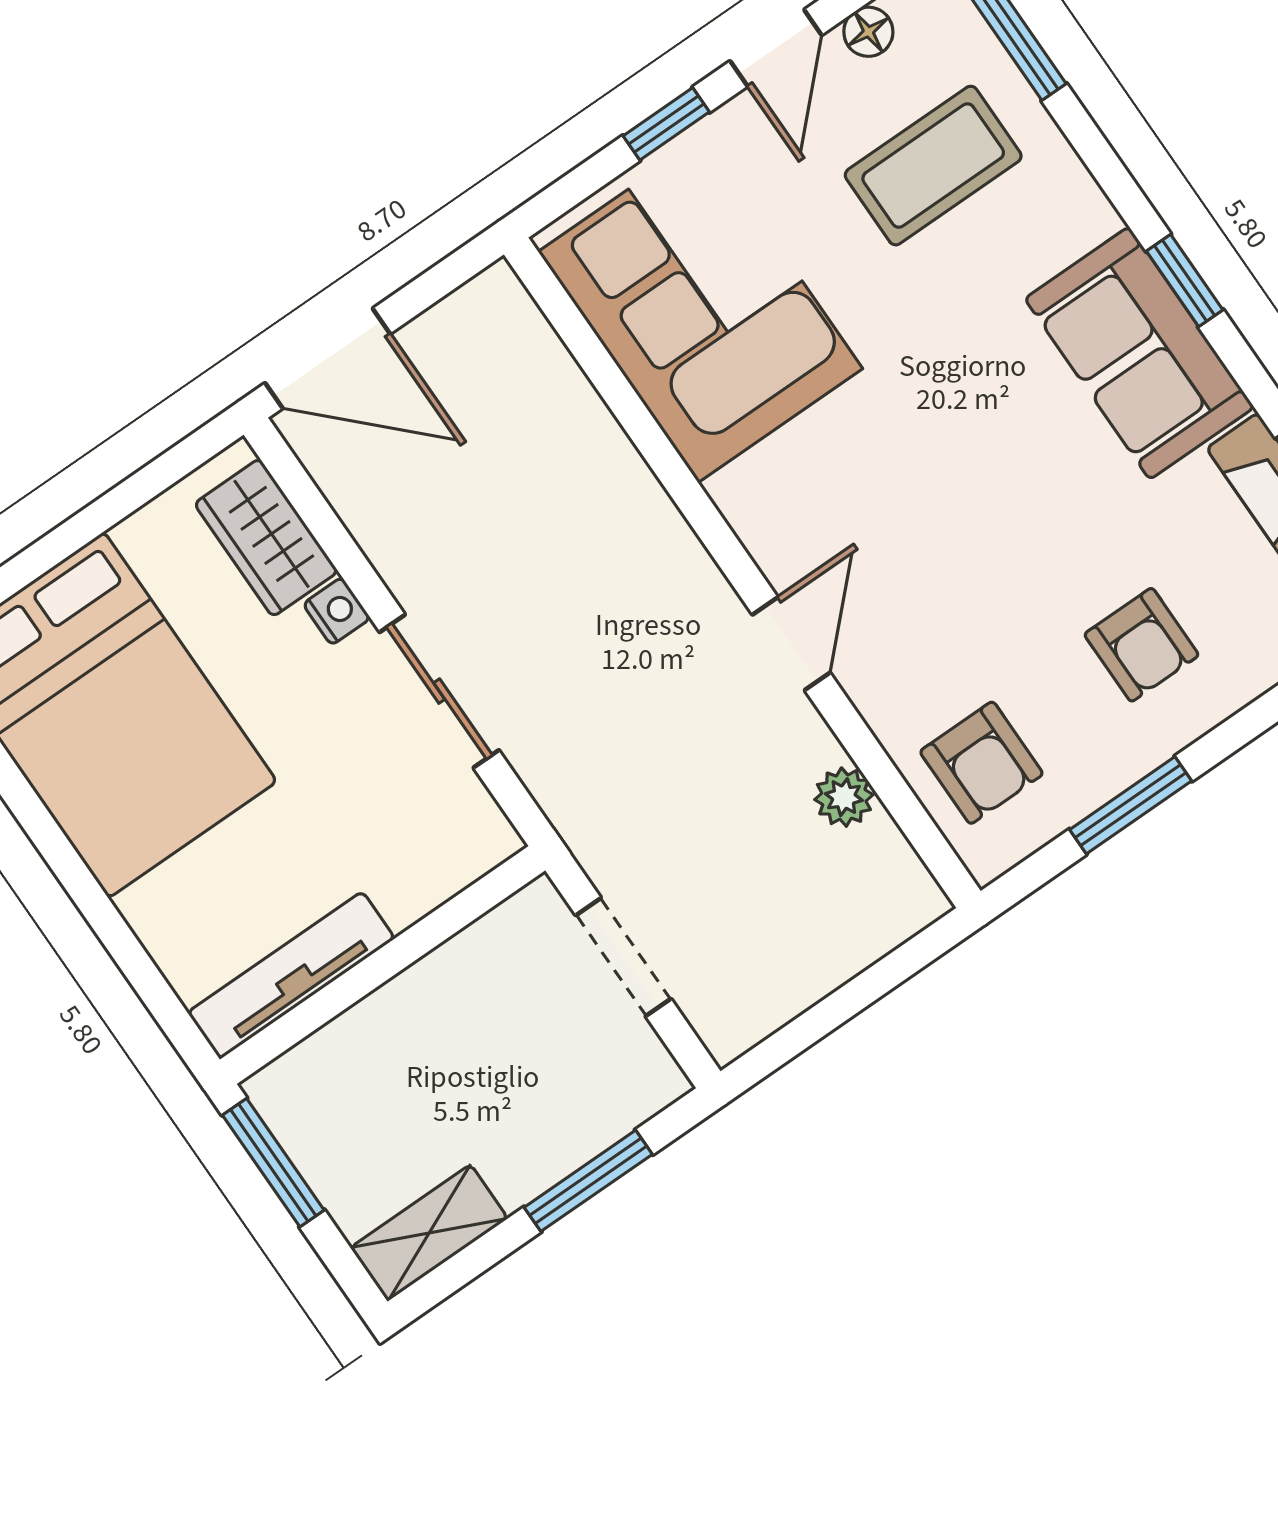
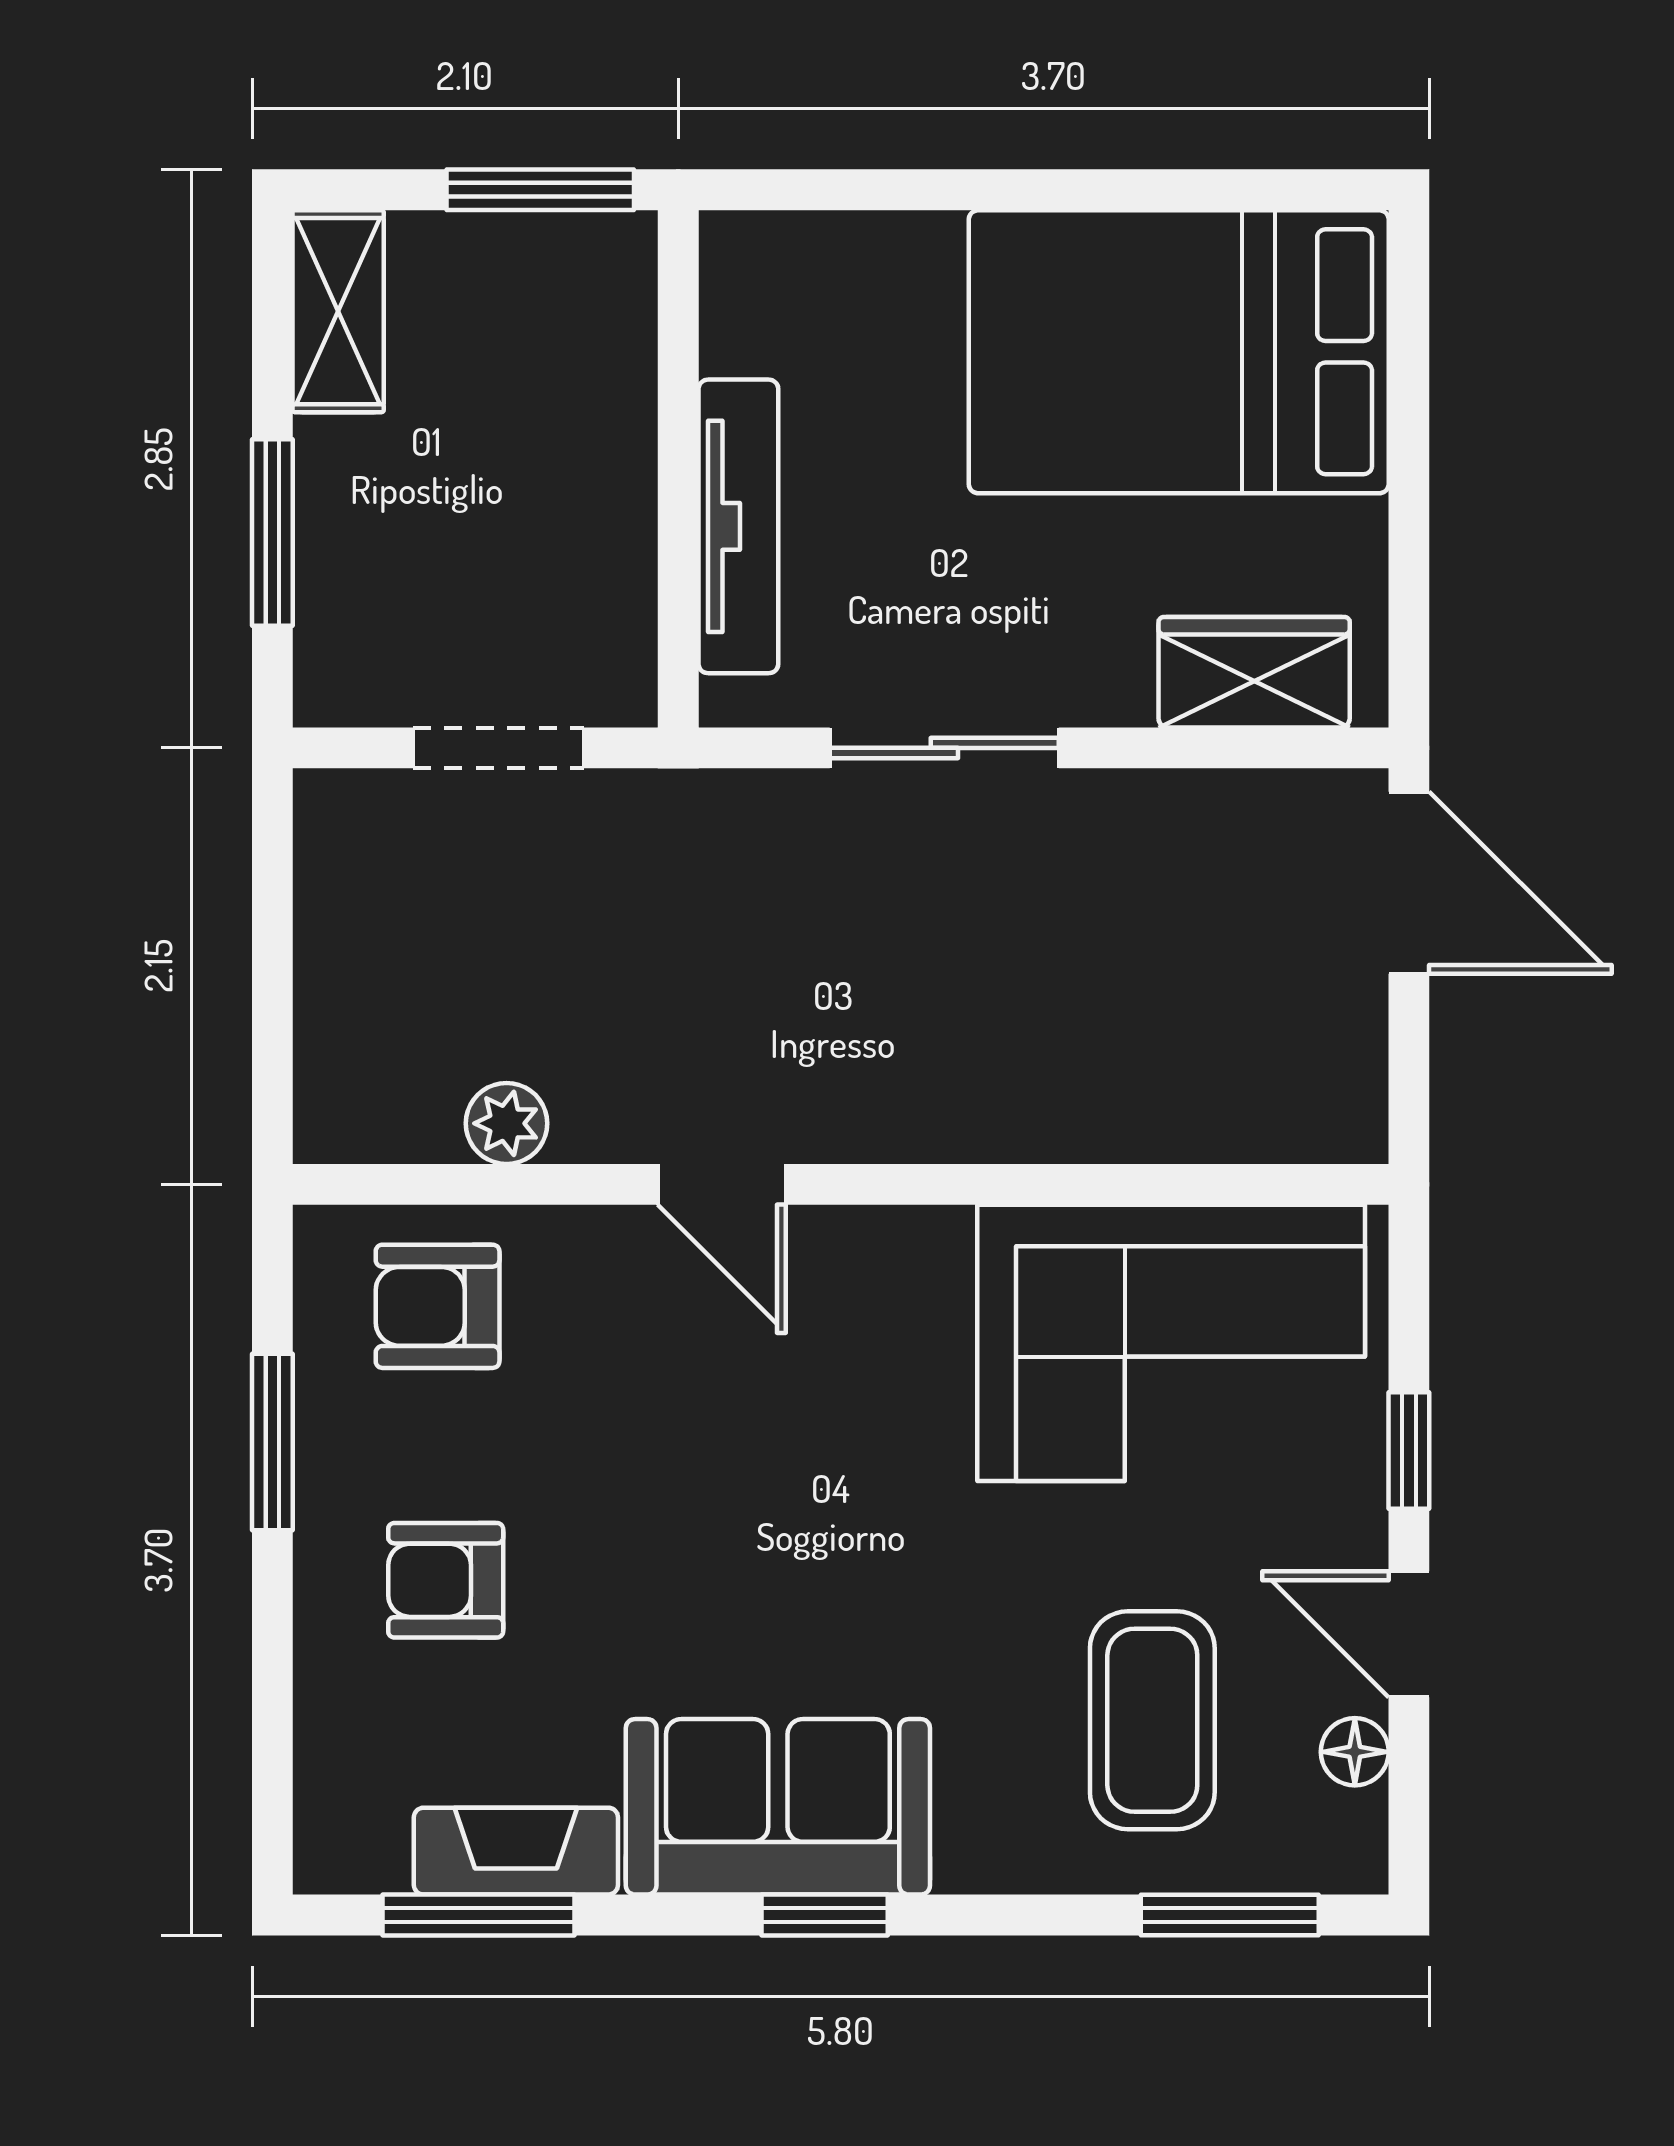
door: (328, 358) -> (1409, 883), swing flipped
nightstand: (337, 611) -> (1115, 694), removed
tv unit: (291, 975) -> (738, 526), moved

